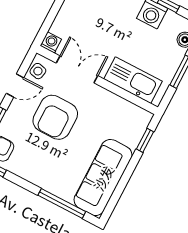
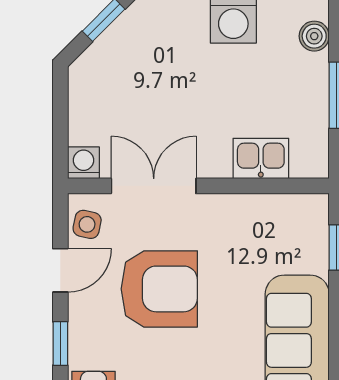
kitchen sink: (133, 80) -> (261, 159), width x0.53, depth x0.81
armchair: (55, 117) -> (159, 289), turned -90

